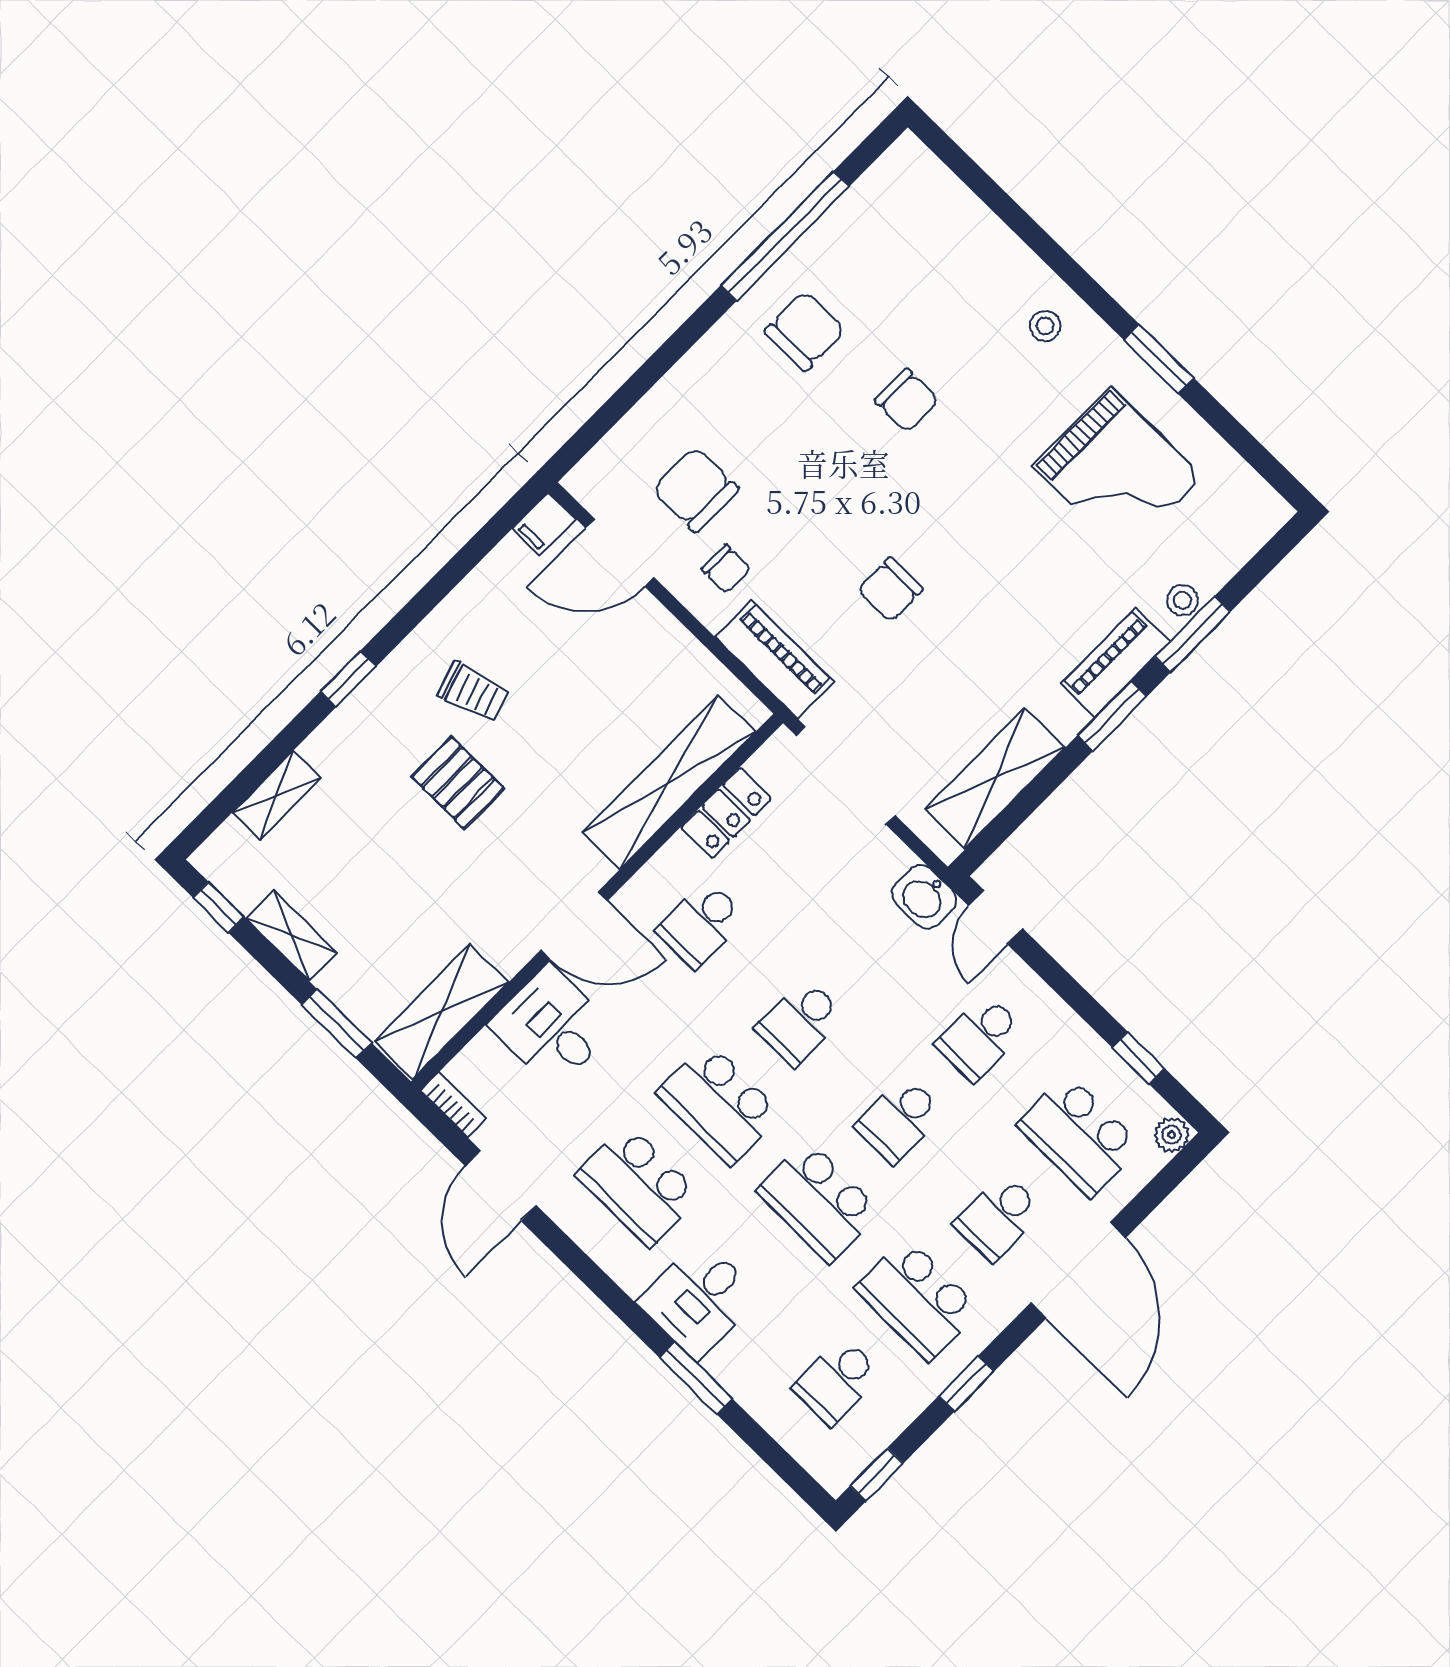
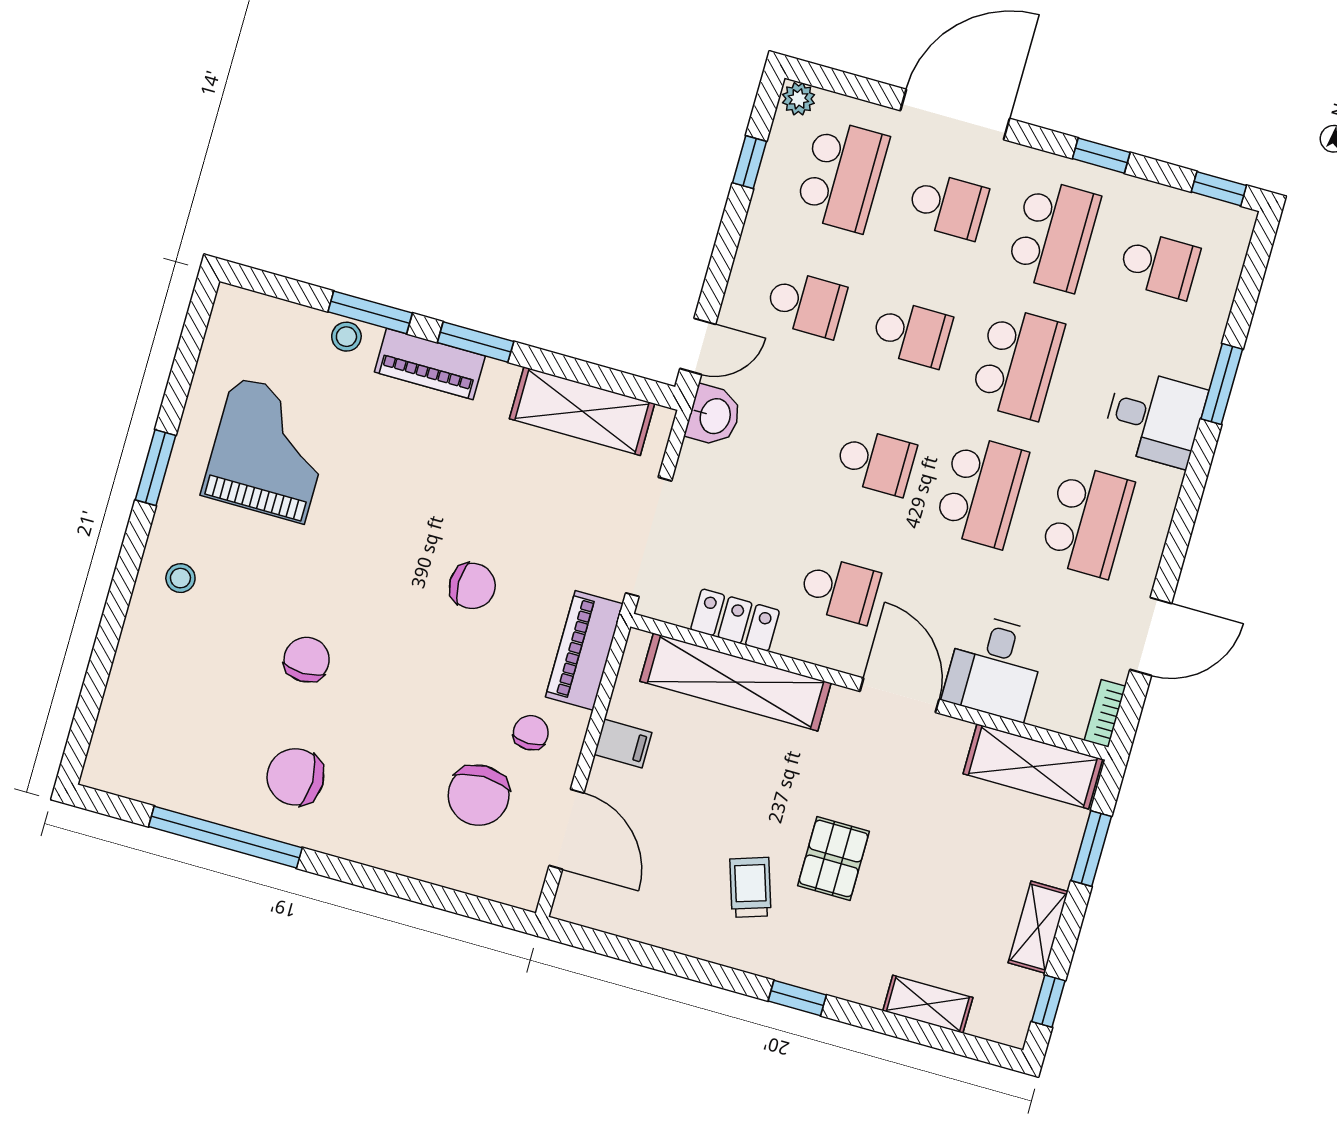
filing cabinet: (544, 524) -> (623, 744), moved

